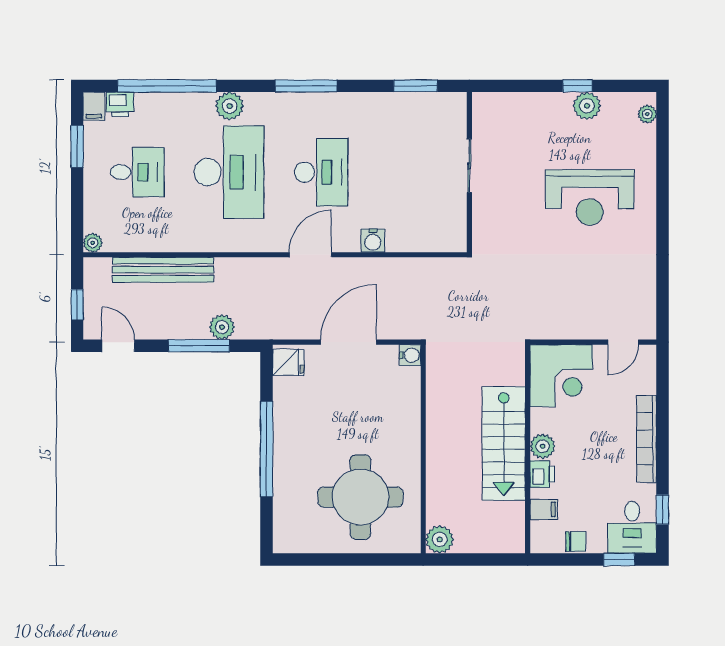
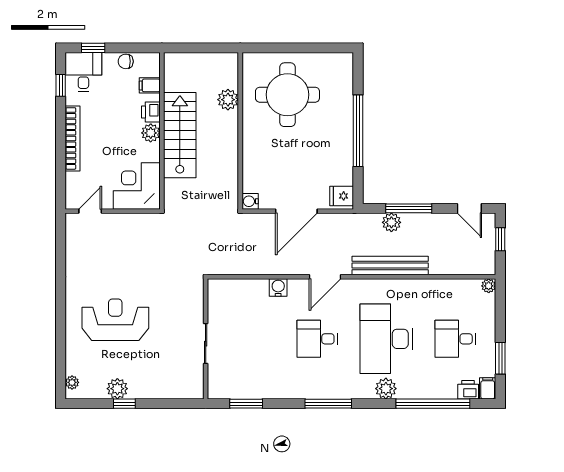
desk: (321, 172) -> (317, 339), width x0.73
bench: (163, 270) -> (390, 266), moved
plant: (440, 539) -> (228, 100), moved

